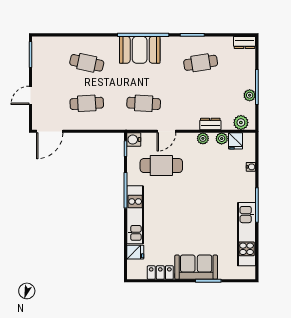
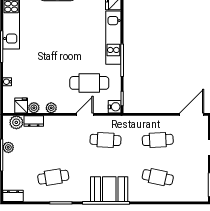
dresser: (210, 124) -> (34, 121), moved

